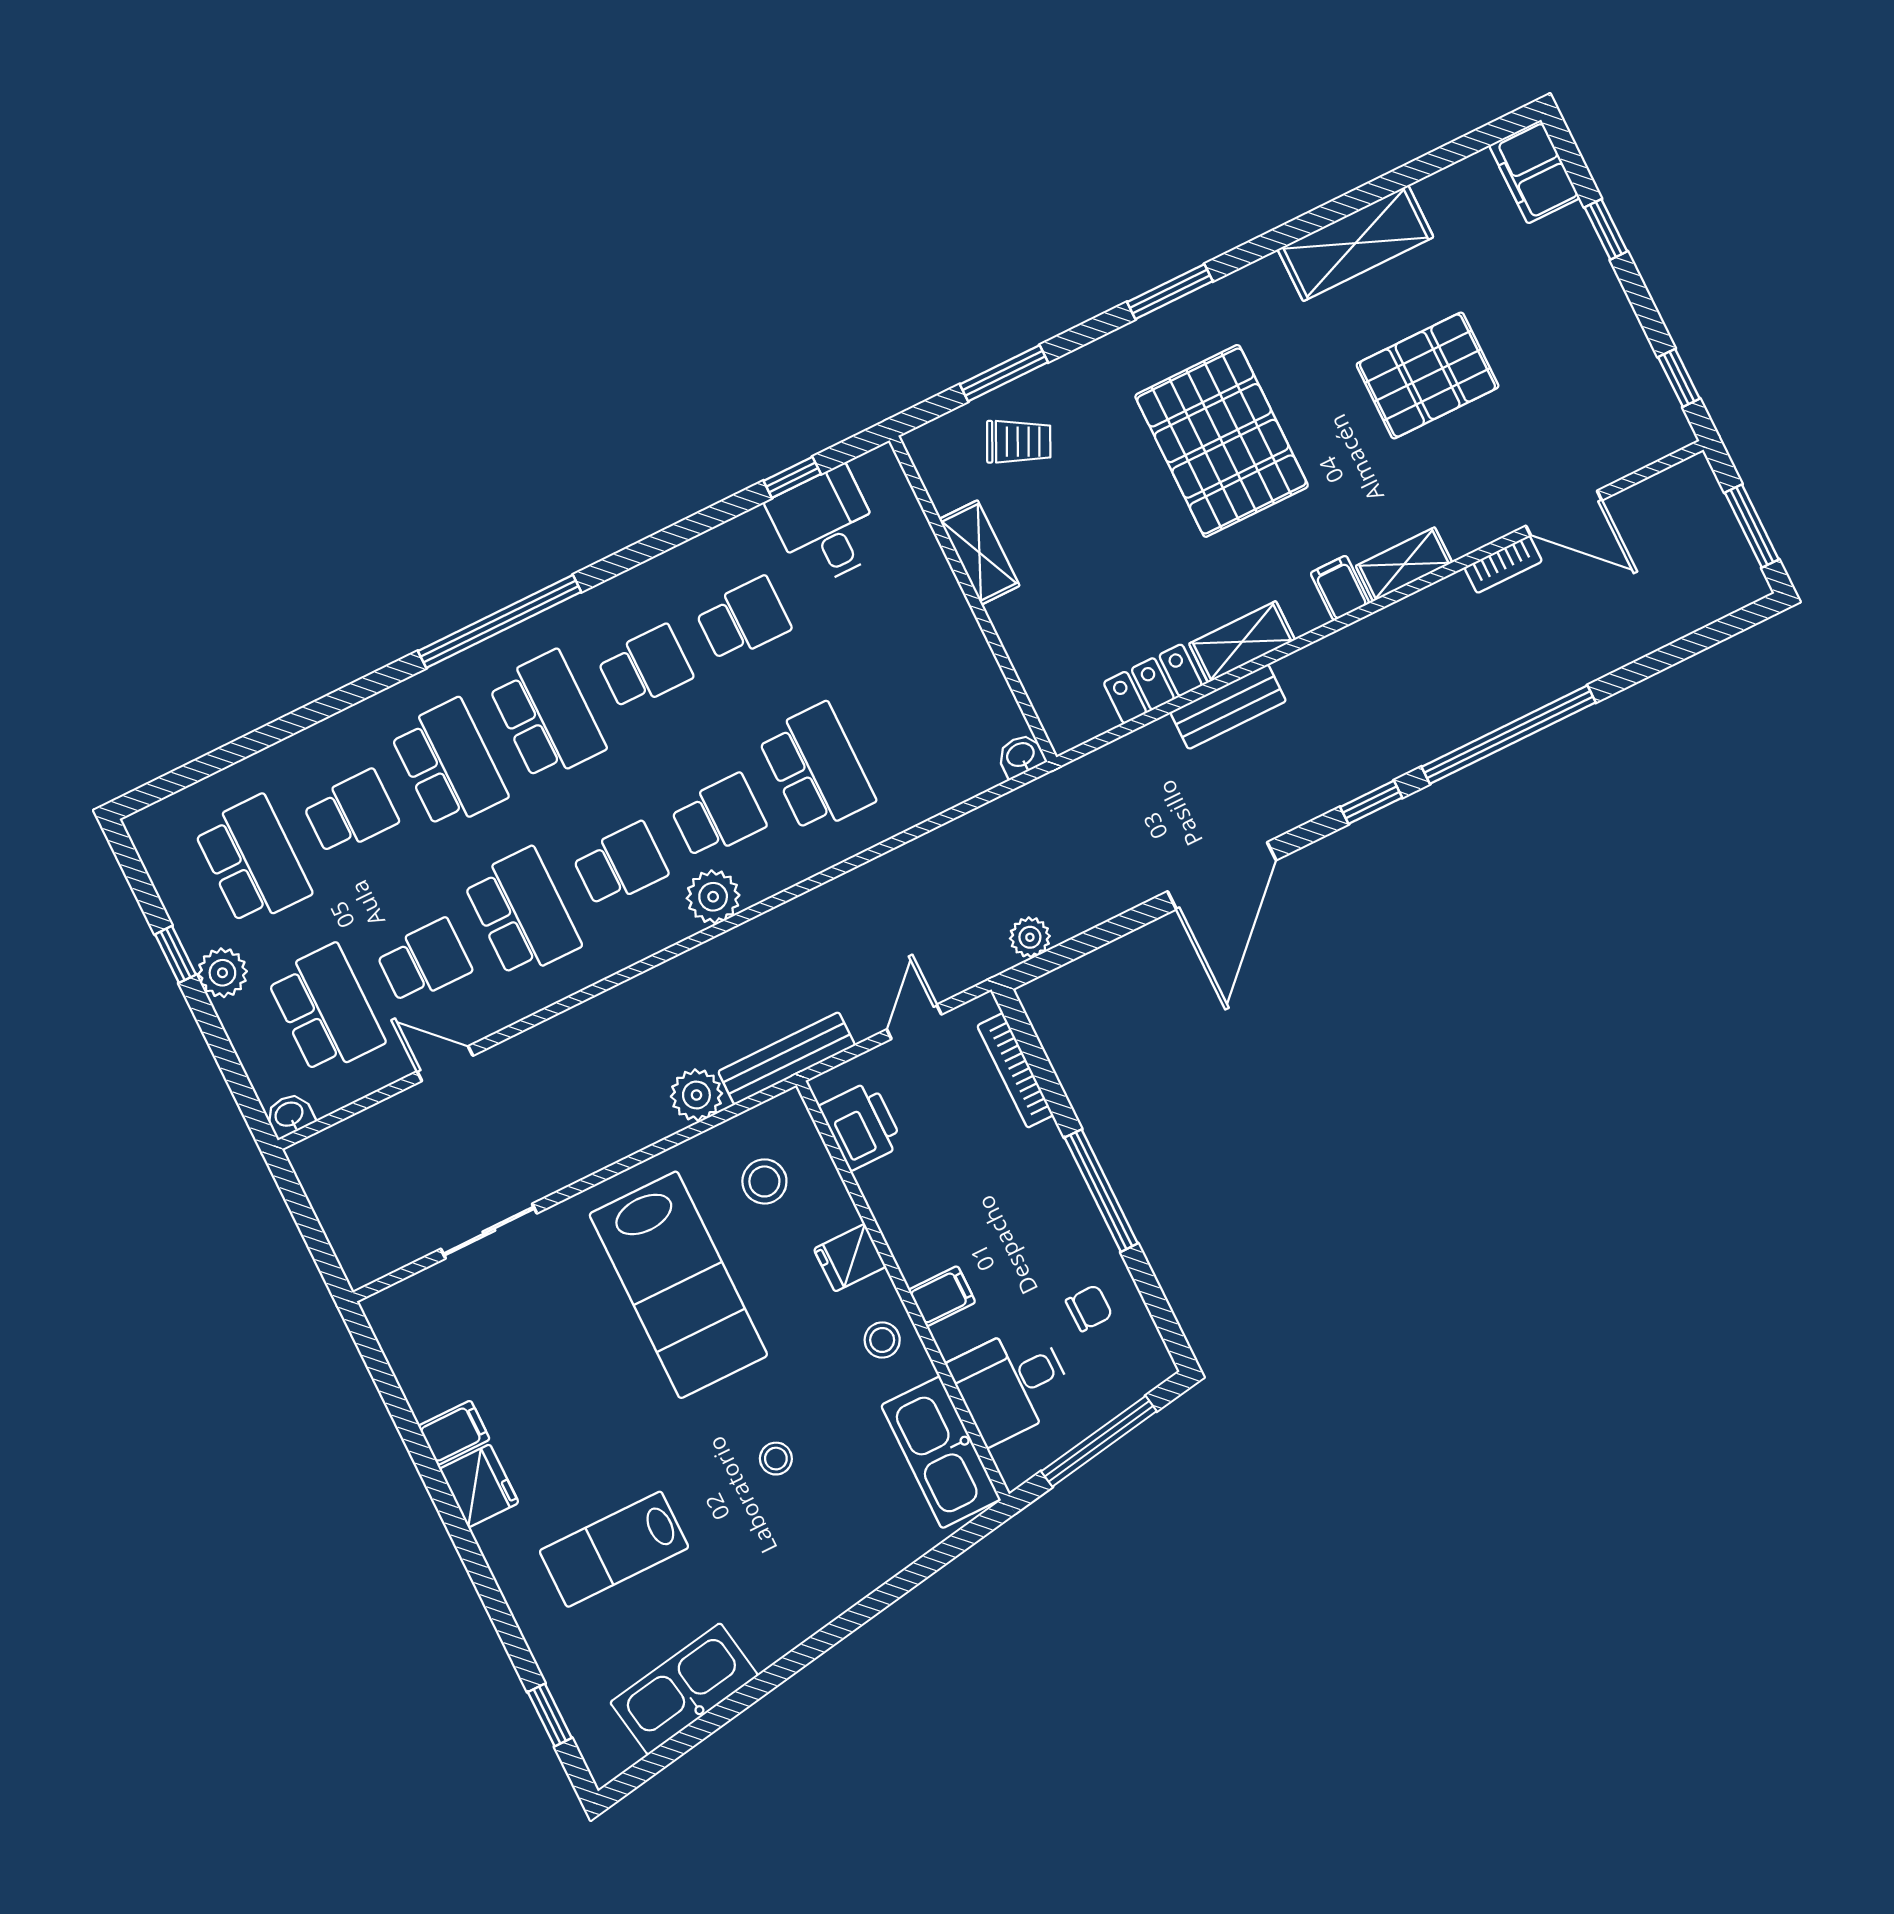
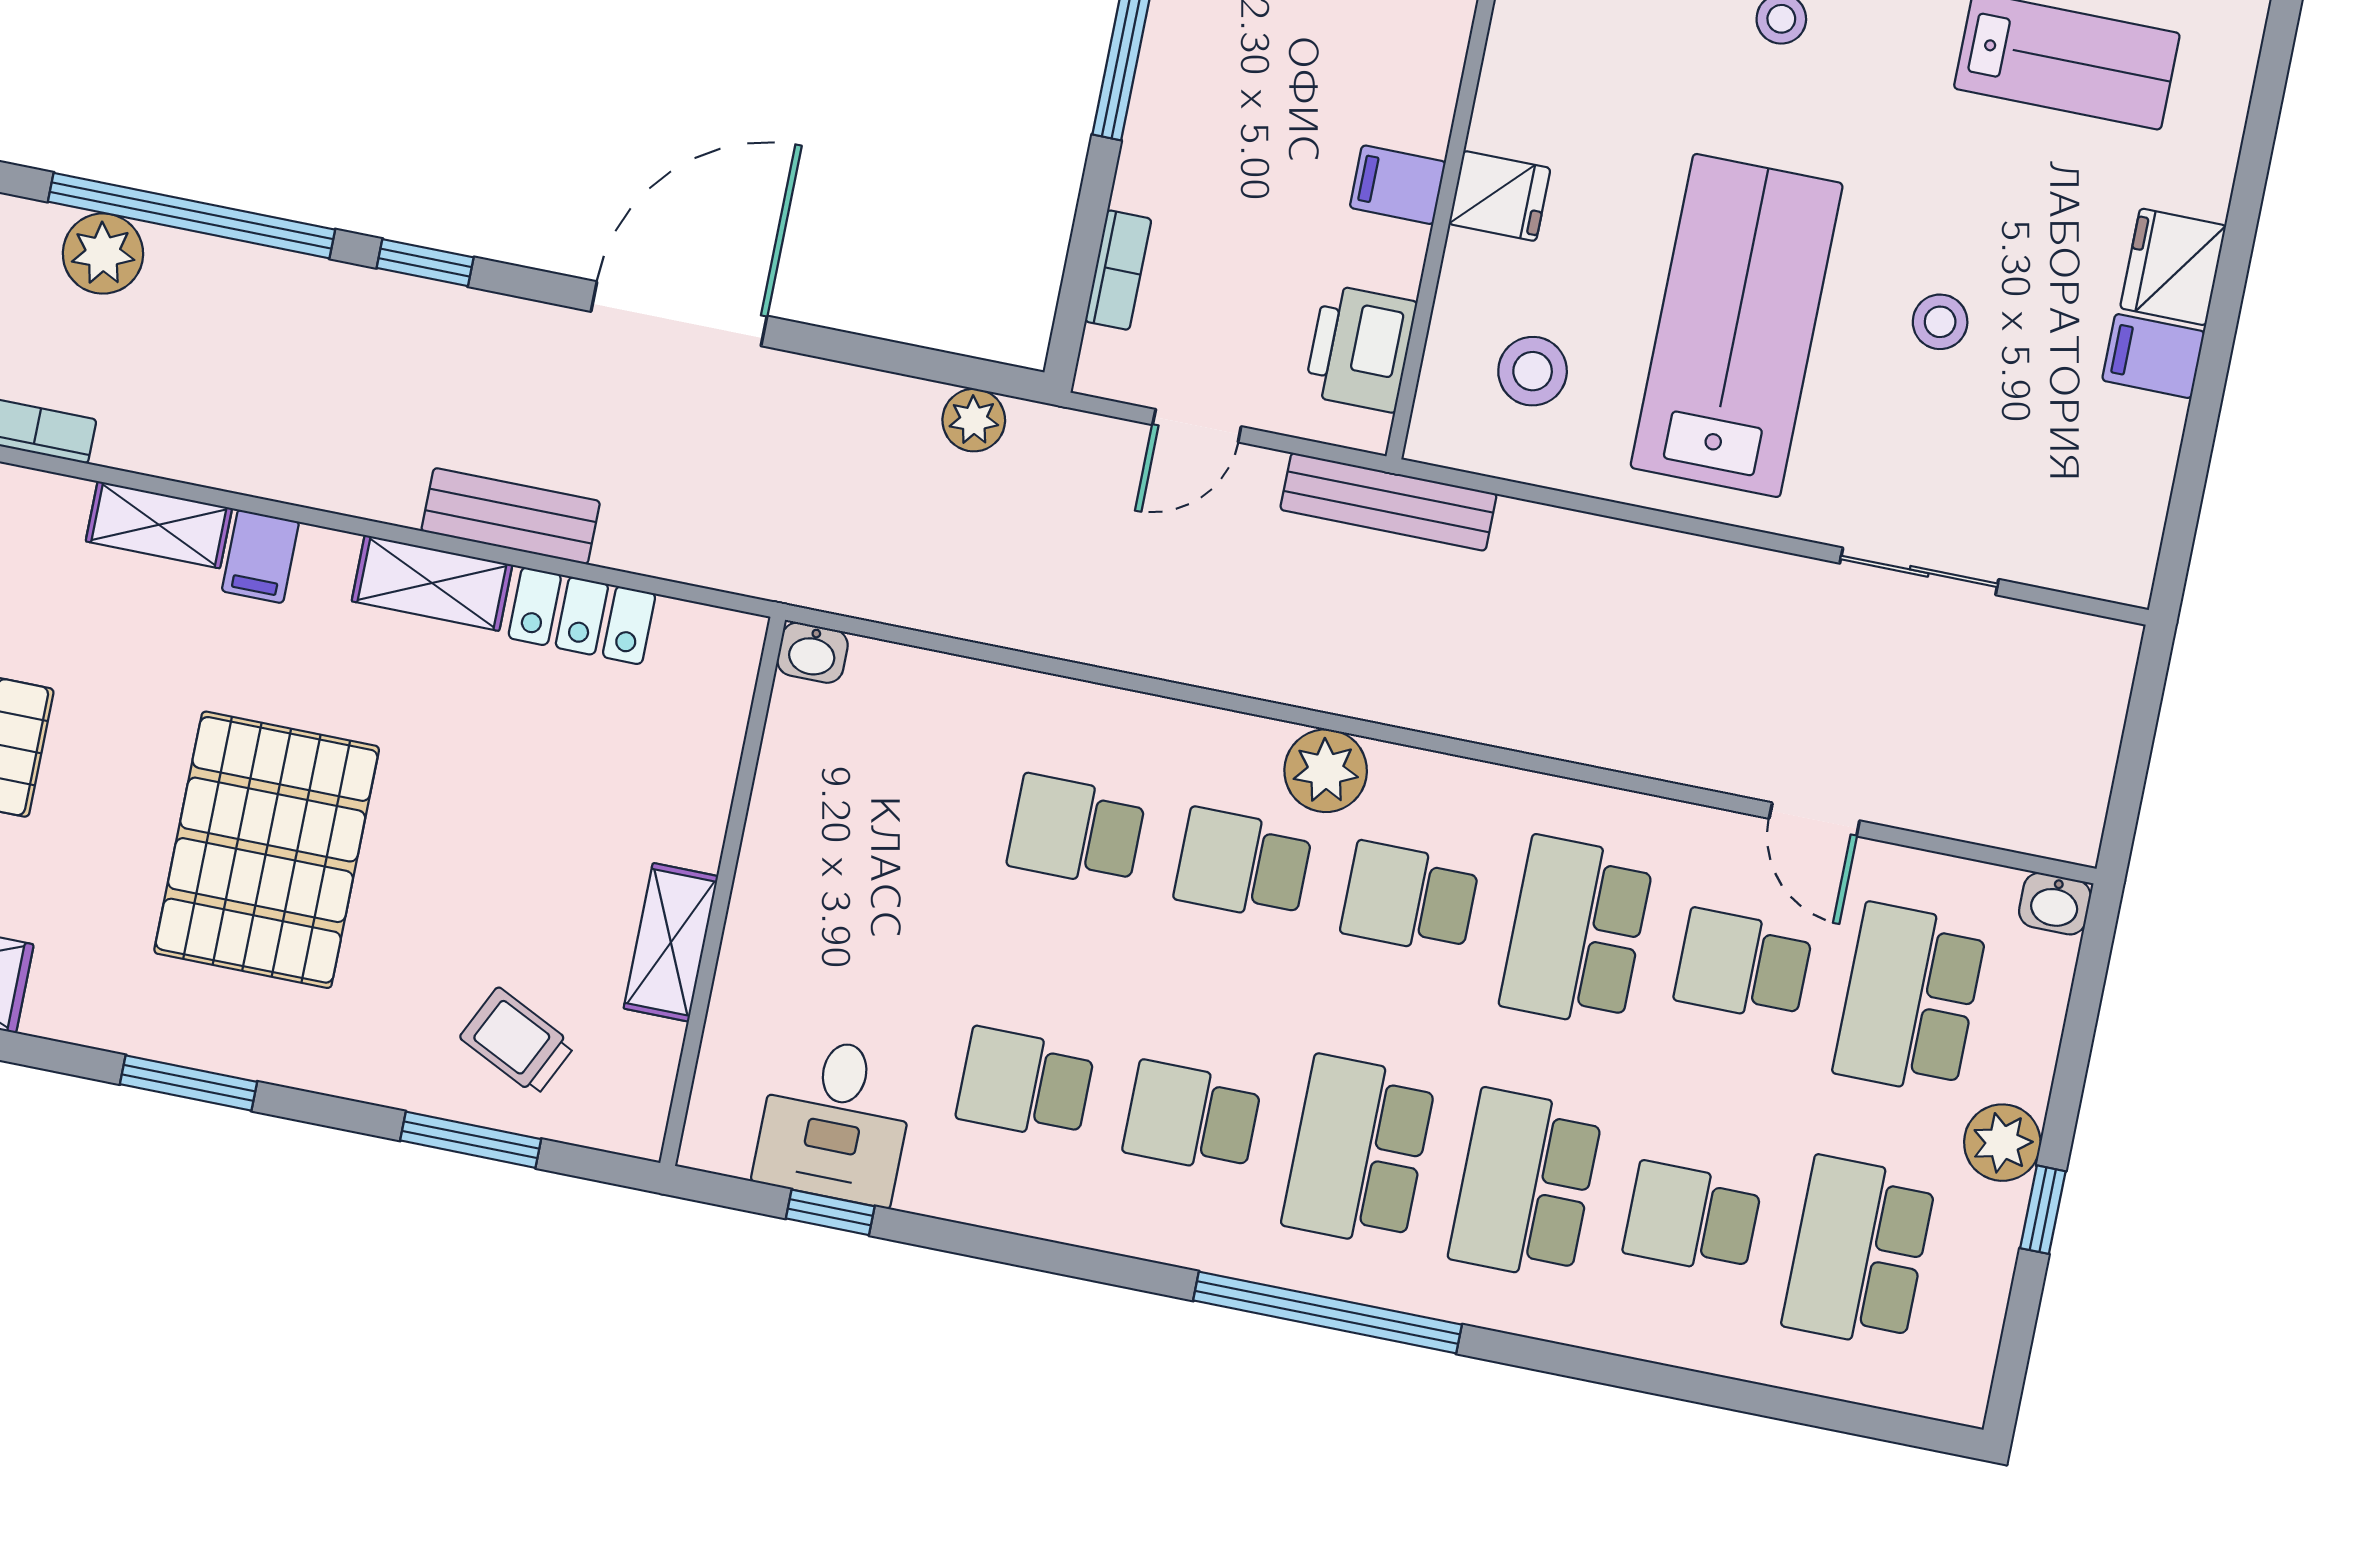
school desk: (816, 768) -> (1076, 831), width x0.54
bookcase: (1015, 1070) -> (1118, 270), width x0.64
plant: (696, 1095) -> (103, 254), moved
filing cabinet: (942, 1296) -> (1398, 185), moved
stool: (882, 1340) -> (1940, 322), moved

